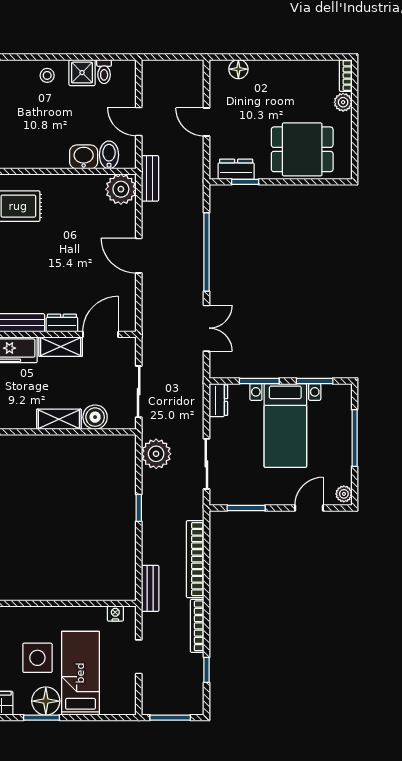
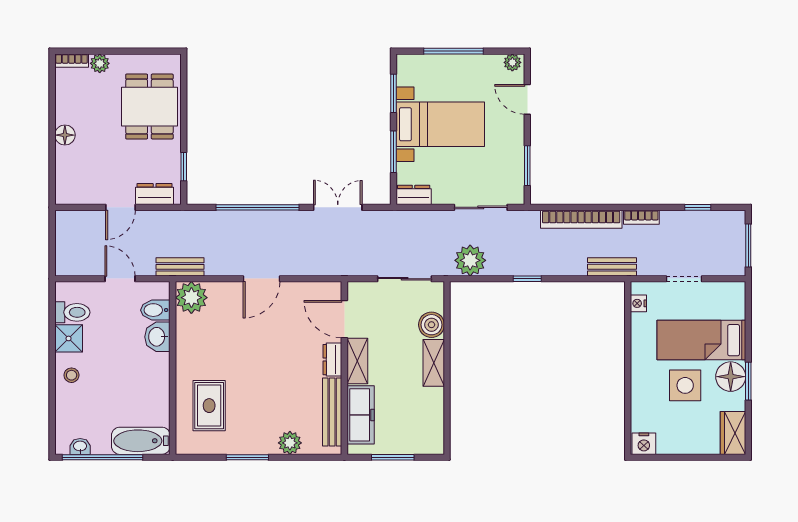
floor lamp: (238, 69) -> (65, 135), moved
toilet: (104, 72) -> (72, 312), width x1.37, depth x1.39
door: (139, 121) -> (120, 279), swing flipped
dresser: (236, 169) -> (155, 194), moved, turned 90
bookcase: (197, 626) -> (641, 217), width x0.64

